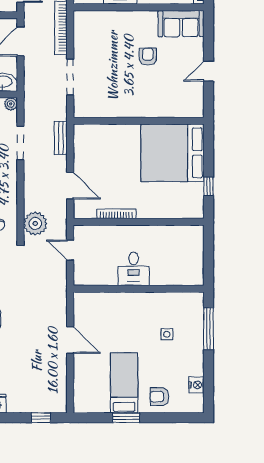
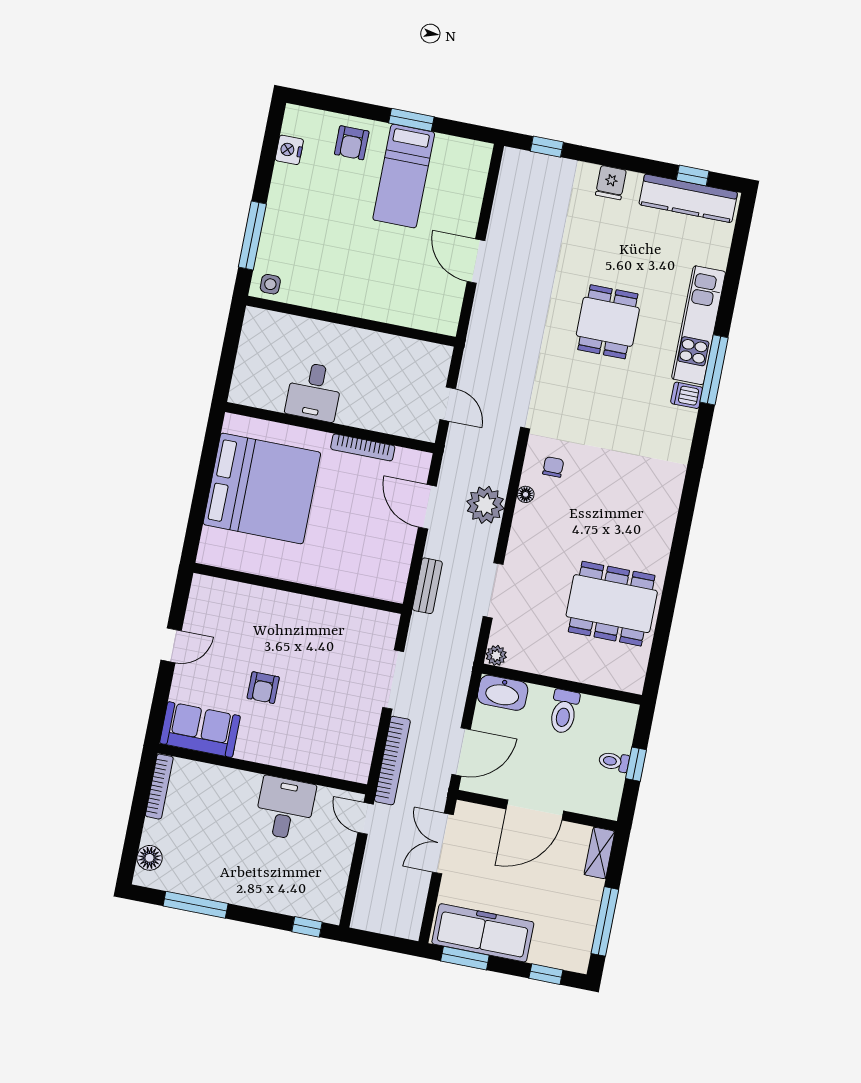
bed: (172, 153) -> (262, 488), moved
window: (209, 186) -> (207, 462), removed
floor lamp: (12, 205) -> (526, 494), added
plant: (35, 223) -> (485, 505), moved
desk: (134, 269) -> (314, 392), moved, turned 180
side table: (167, 334) -> (270, 284), moved
armchair: (159, 397) -> (352, 143), turned 90

